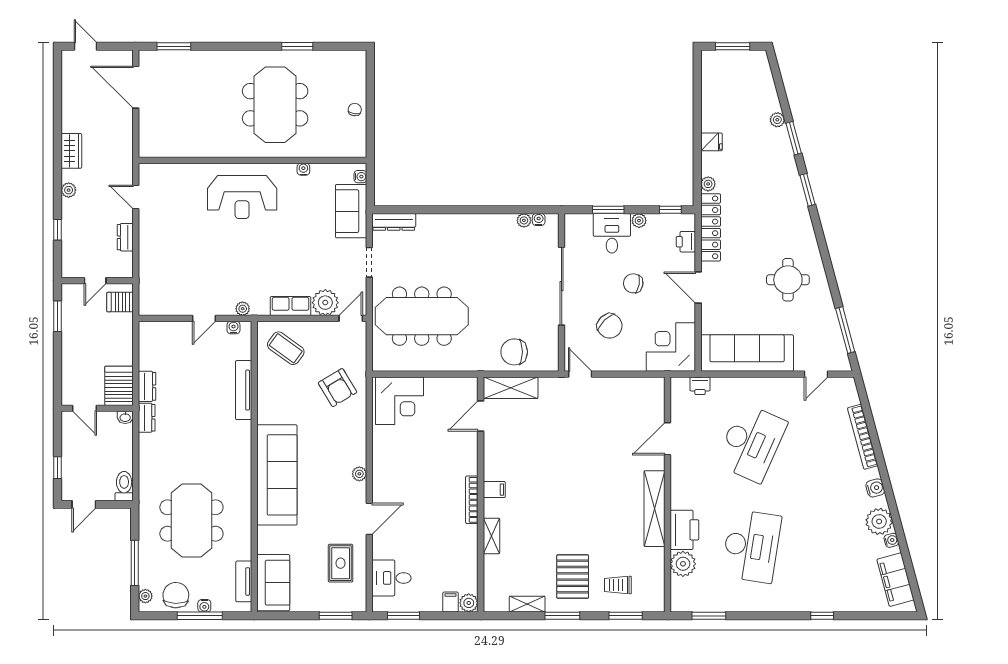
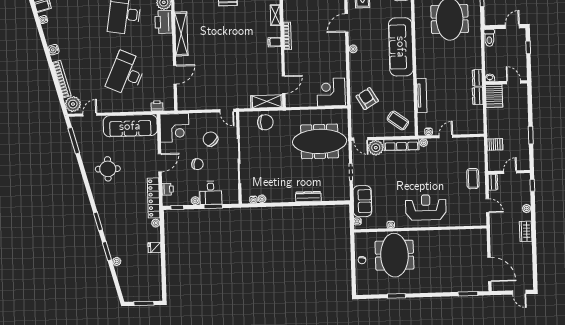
meeting table: (275, 105) -> (394, 255), moved
dresser: (394, 222) -> (308, 197), moved
coffee table: (160, 244) -> (473, 179), added
door: (95, 281) -> (510, 172), moved
wall: (97, 281) -> (509, 172), moved
door: (698, 288) -> (160, 163), hinge flipped
row of seats: (291, 306) -> (401, 145), width x1.48
door: (351, 318) -> (361, 139), hinge flipped
plant: (879, 521) -> (73, 104), moved

